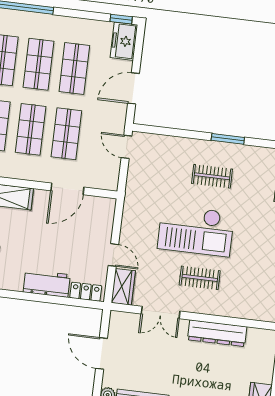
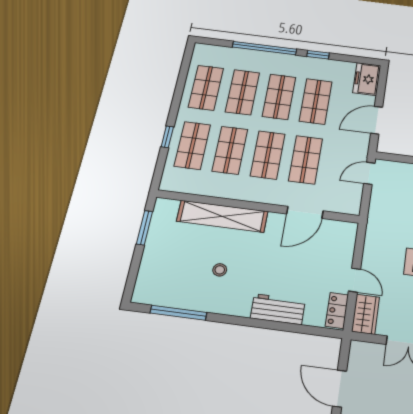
window: (121, 19) -> (318, 55), moved
door: (126, 147) -> (369, 173), hinge flipped
locker: (86, 292) -> (337, 310), moved, turned -90

